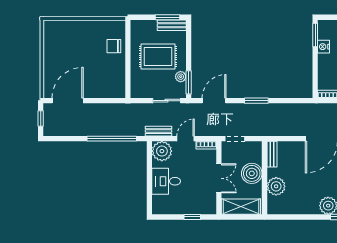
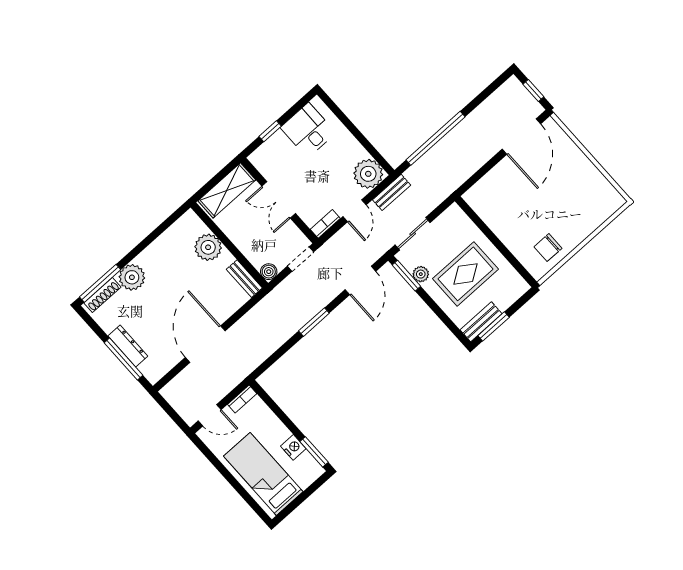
chair: (114, 46) -> (548, 248), moved, turned 180
boiler: (252, 173) -> (269, 272), moved, width x0.54, depth x0.54
desk: (166, 181) -> (308, 130), moved, turned -90

